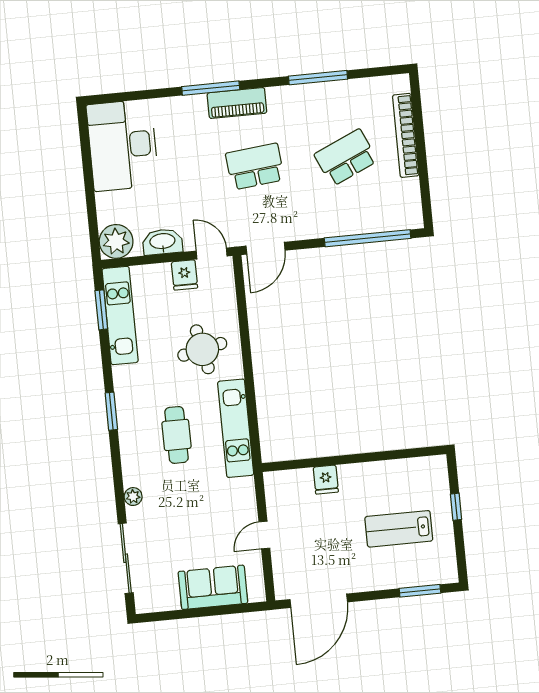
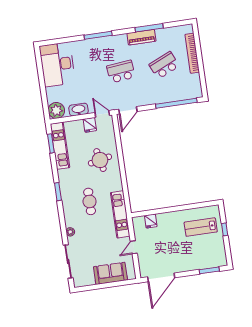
piano: (237, 103) -> (141, 37), moved
kitchen unit: (236, 428) -> (120, 214), moved
fridge: (326, 480) -> (151, 221), moved
lab bench: (399, 529) -> (201, 227), moved

